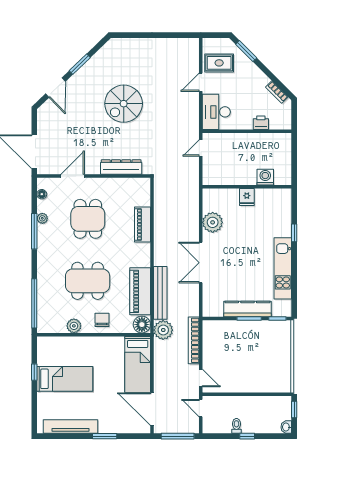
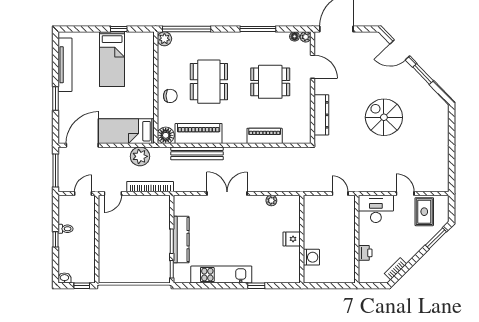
plant: (42, 218) -> (306, 37), moved
plant: (213, 222) -> (271, 201), width x0.53, depth x0.53
plant: (74, 326) -> (164, 39), moved
plant: (163, 330) -> (140, 156), moved

